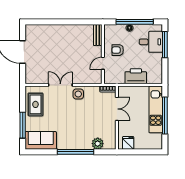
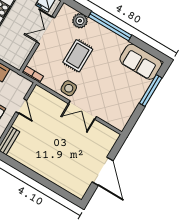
door: (103, 63) -> (21, 106), hinge flipped
rug: (35, 104) -> (78, 56), moved
double door: (117, 109) -> (46, 30), moved

